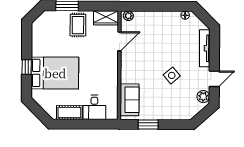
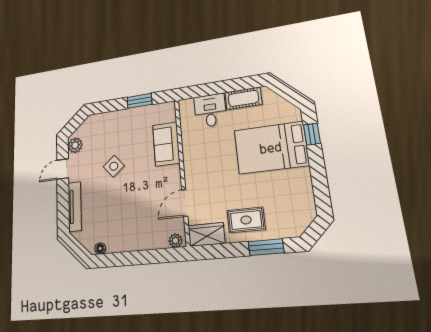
rug: (78, 25) -> (246, 220), turned 90
window: (27, 67) -> (312, 134), moved
sofa: (130, 100) -> (166, 144), moved

